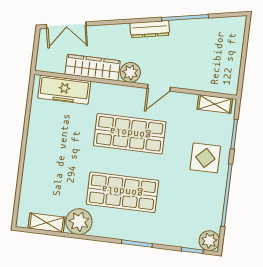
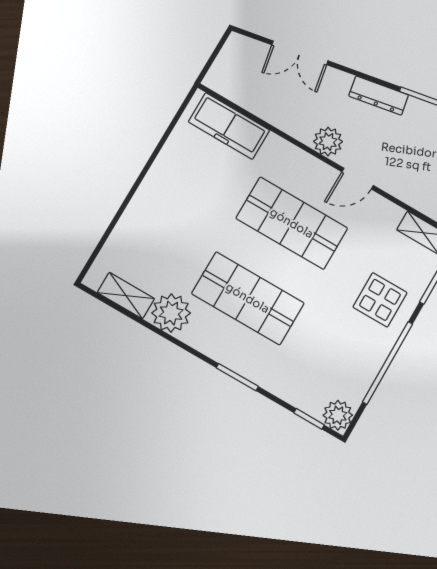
double door: (66, 25) -> (300, 53), moved
wardrobe: (93, 68) -> (280, 113), removed

